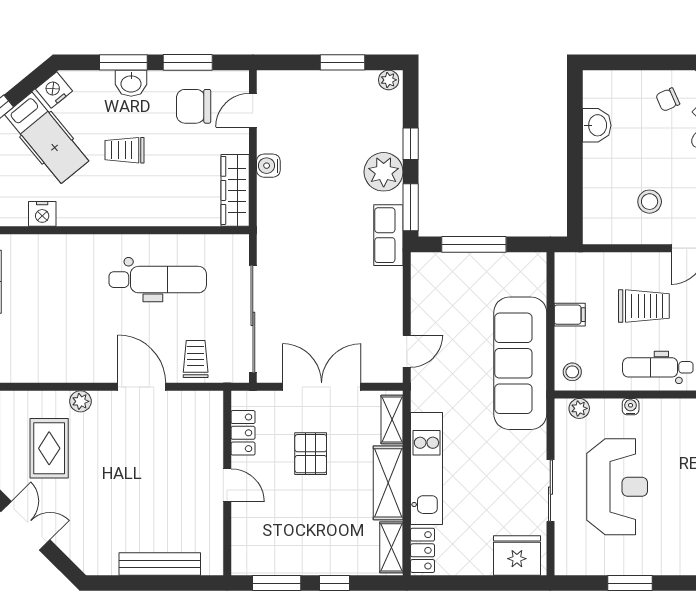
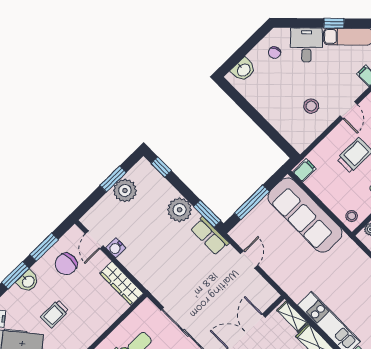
plant: (389, 80) -> (125, 190), moved, width x1.88, depth x1.88
washbasin: (597, 125) -> (243, 70), moved, turned 90
window: (411, 144) -> (161, 167), moved
water cooler: (268, 166) -> (116, 248), moved
filing cabinet: (570, 315) -> (304, 170), moved
door: (407, 351) -> (249, 259), moved
sofa: (520, 363) -> (305, 215), moved

